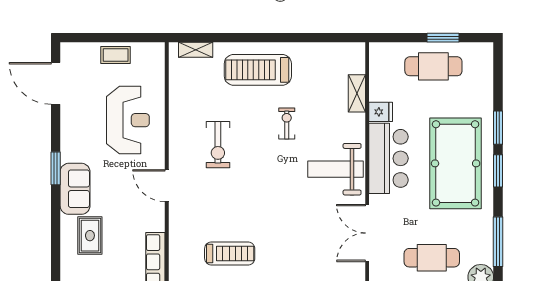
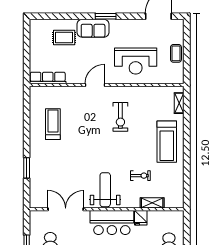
treadmill: (258, 70) -> (167, 142), turned 180
exercise bike: (287, 123) -> (140, 176), moved
exercise bike: (218, 145) -> (120, 117), turned -90
treadmill: (230, 253) -> (53, 124), turned 180

